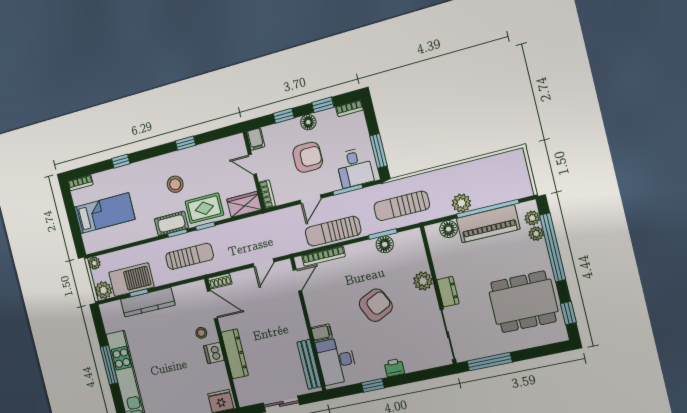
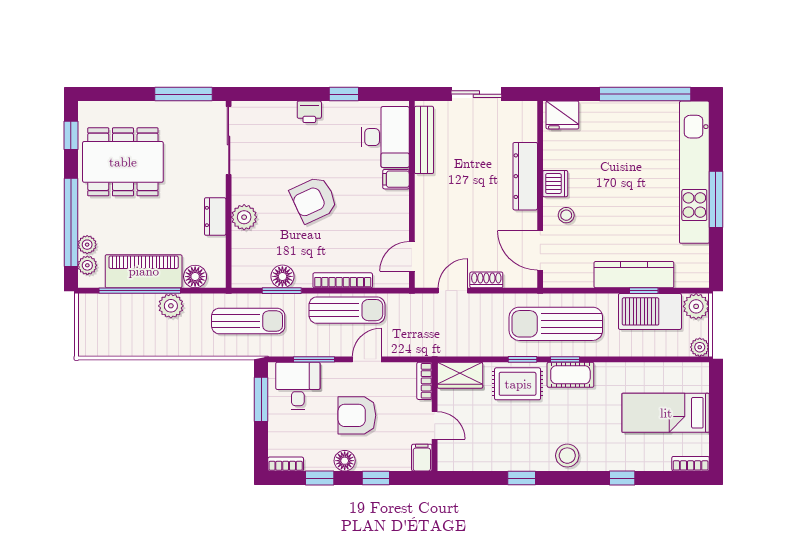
stool: (175, 184) -> (567, 456), moved
sun lounger: (190, 256) -> (556, 324), width x1.36, depth x1.34
bookcase: (323, 256) -> (343, 280), moved
shoe rack: (220, 281) -> (486, 280), moved
dresser: (448, 292) -> (215, 216), moved

